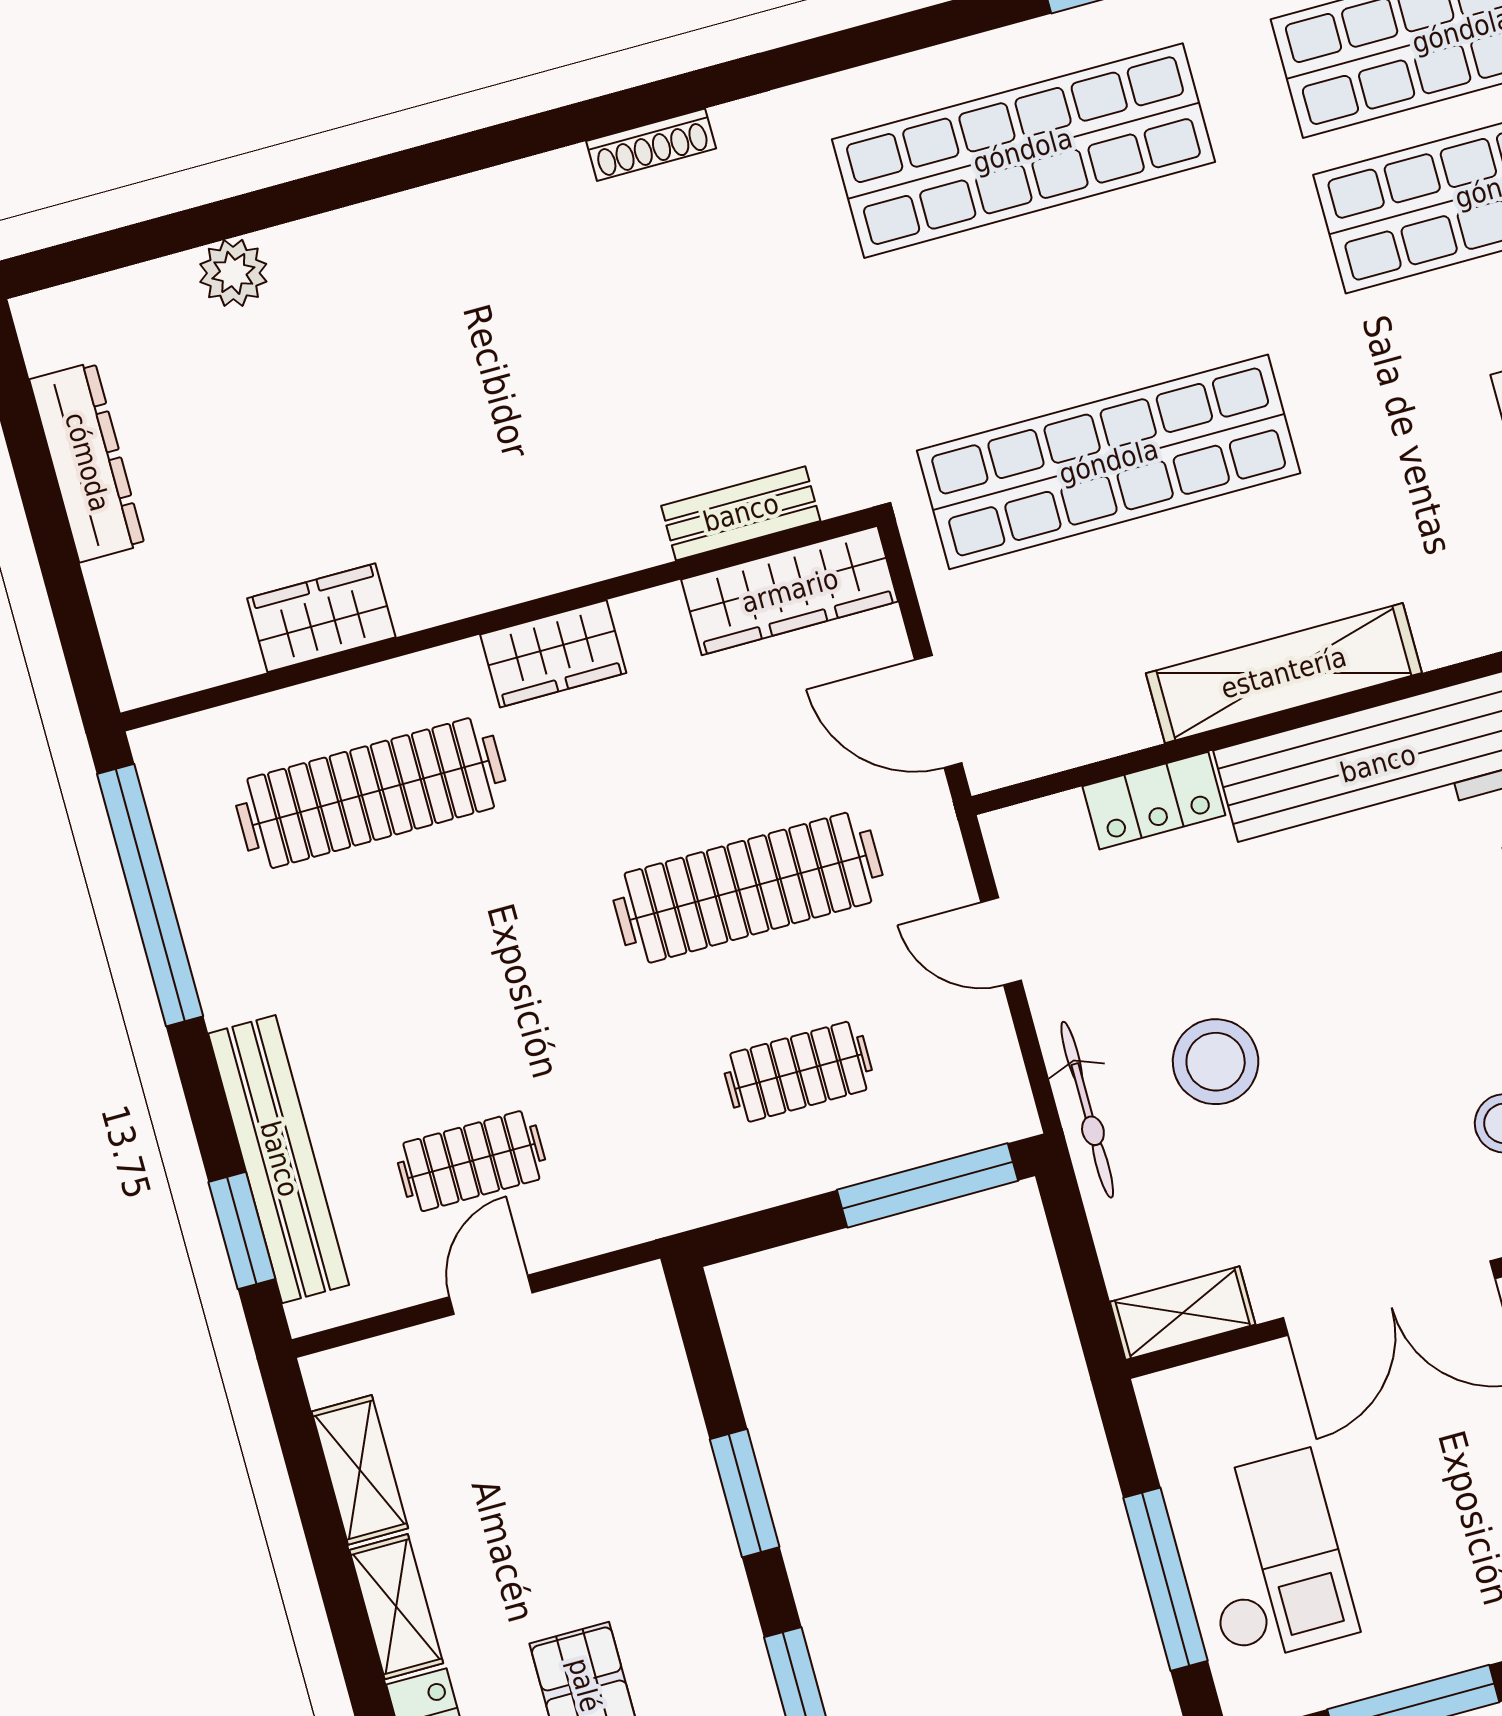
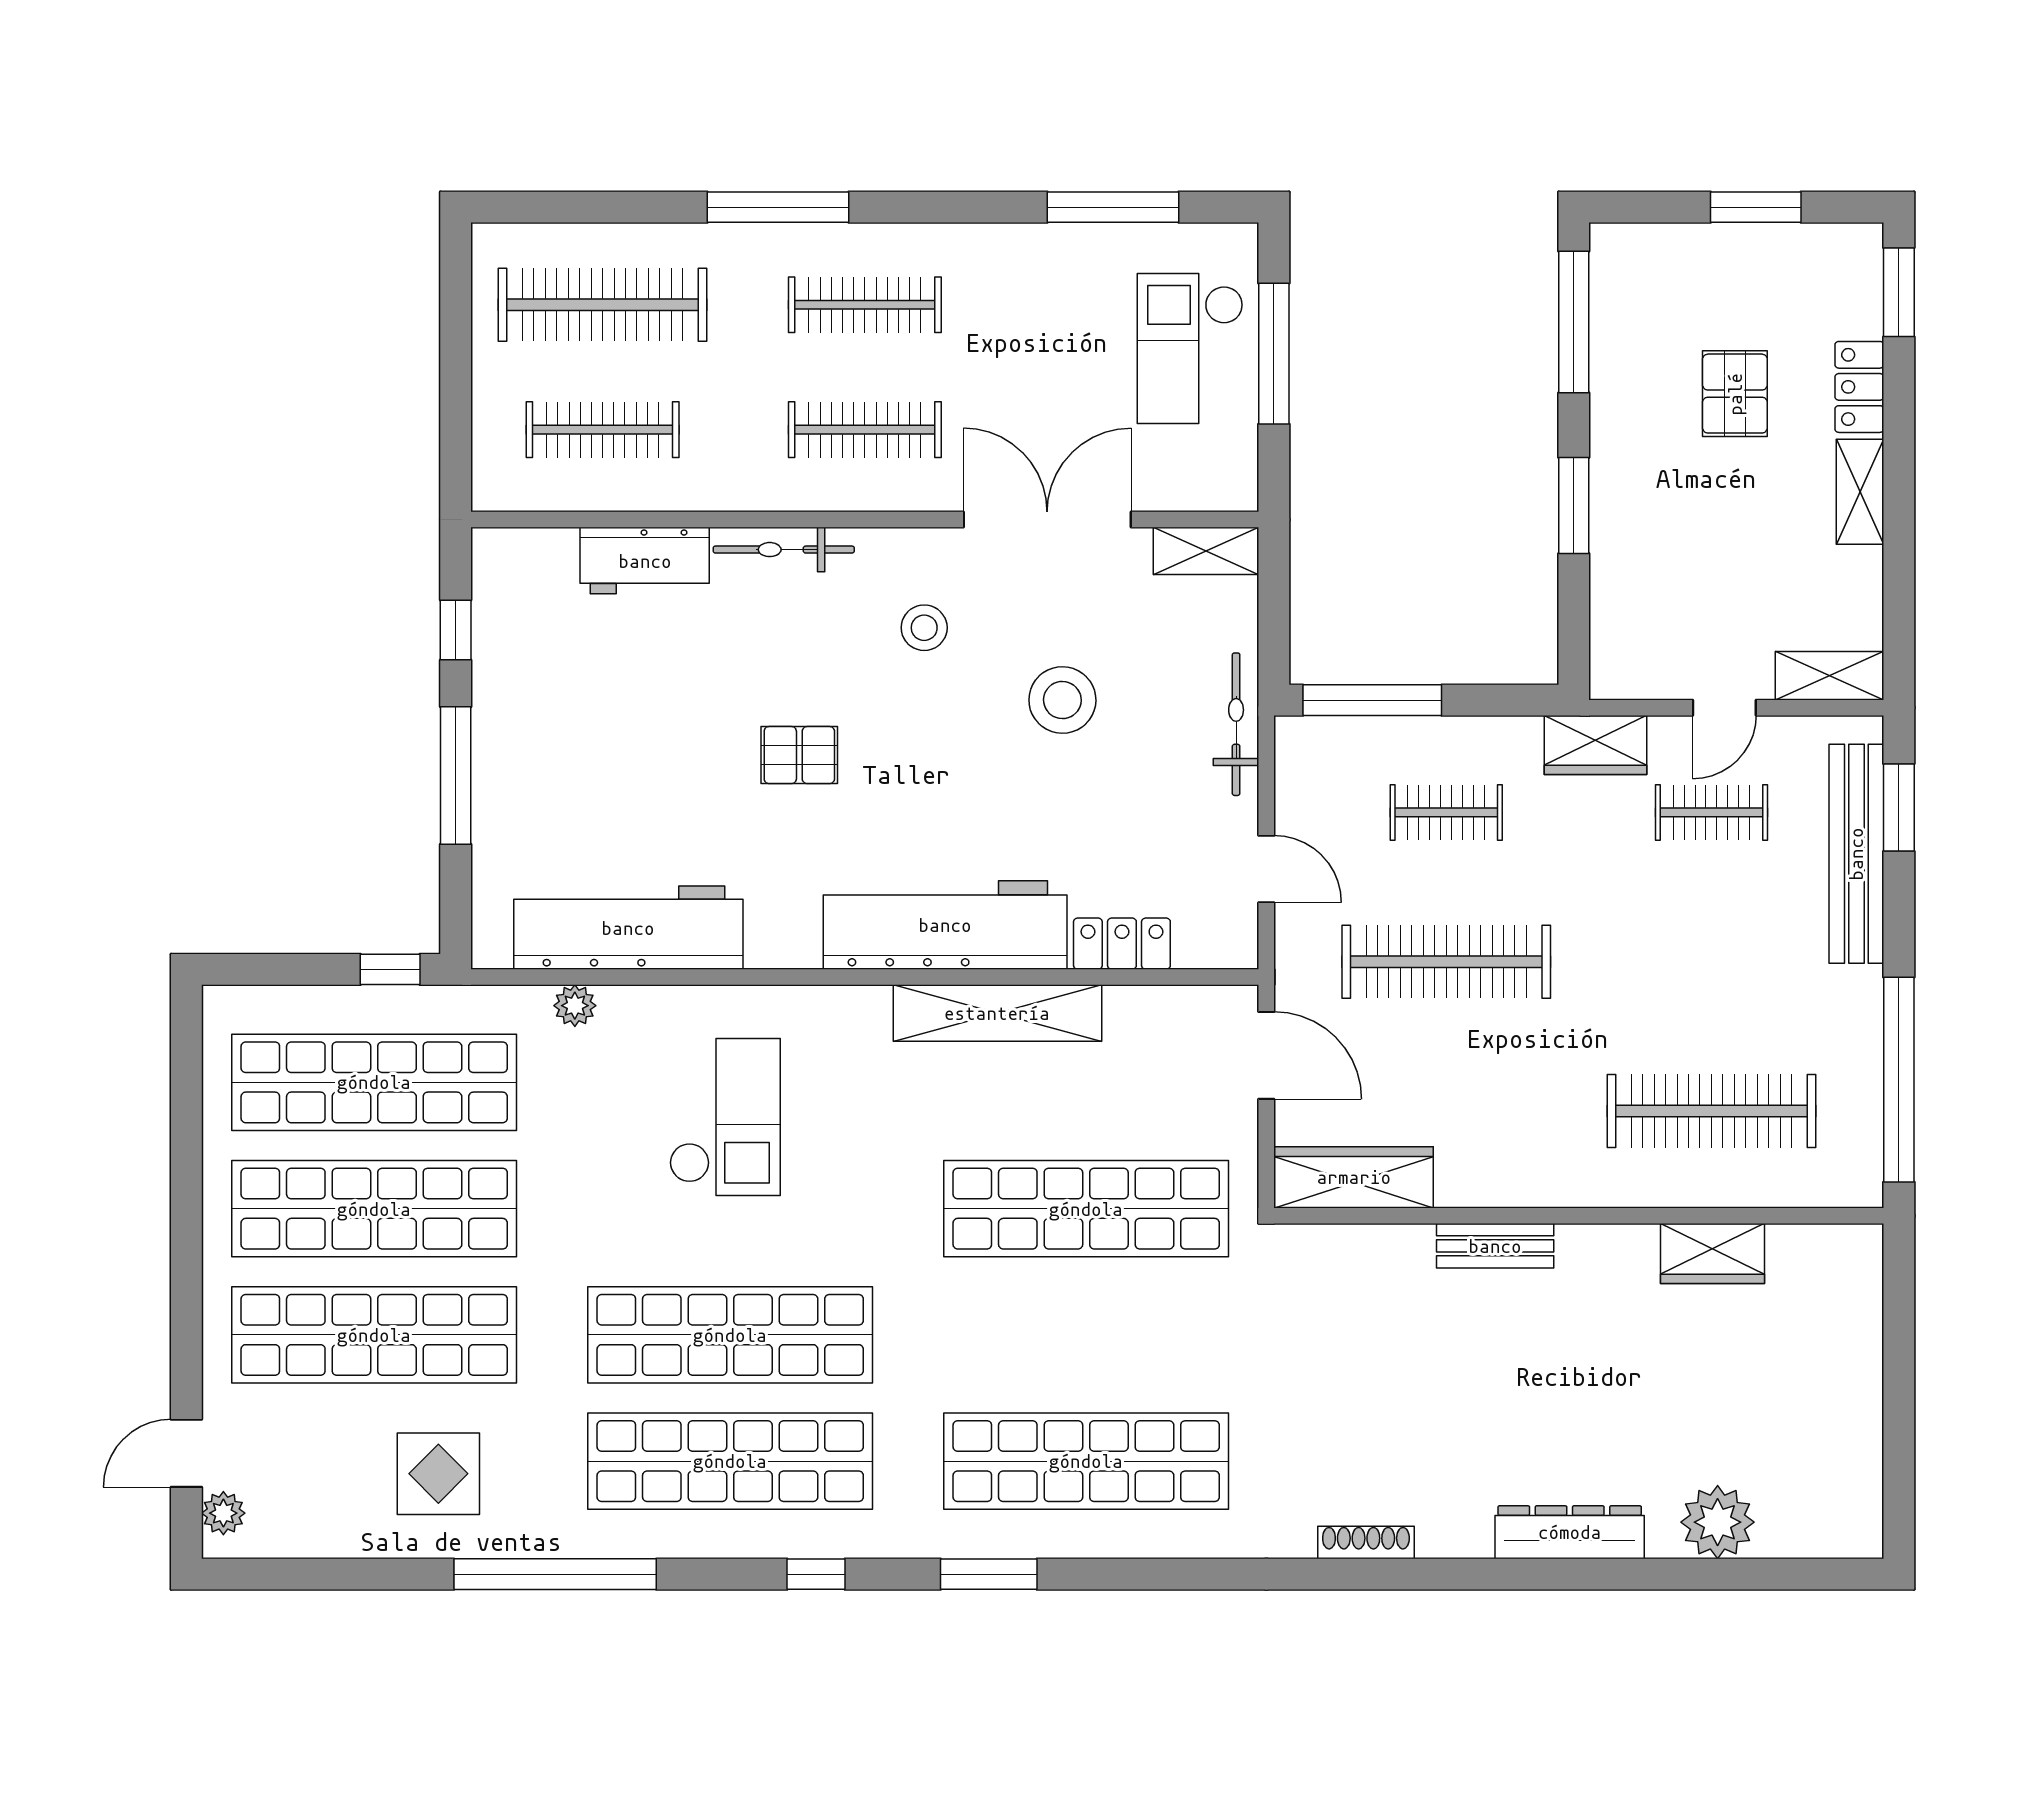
plant: (233, 273) -> (1718, 1522), width x1.36, depth x1.36
dresser: (87, 462) -> (1570, 1532), moved, turned 90
bench: (741, 513) -> (1495, 1246), moved
wardrobe: (553, 654) -> (1595, 745), moved, turned 180
stool: (1216, 1062) -> (1062, 700), moved
shelving: (360, 1470) -> (1830, 676), moved, turned 90

